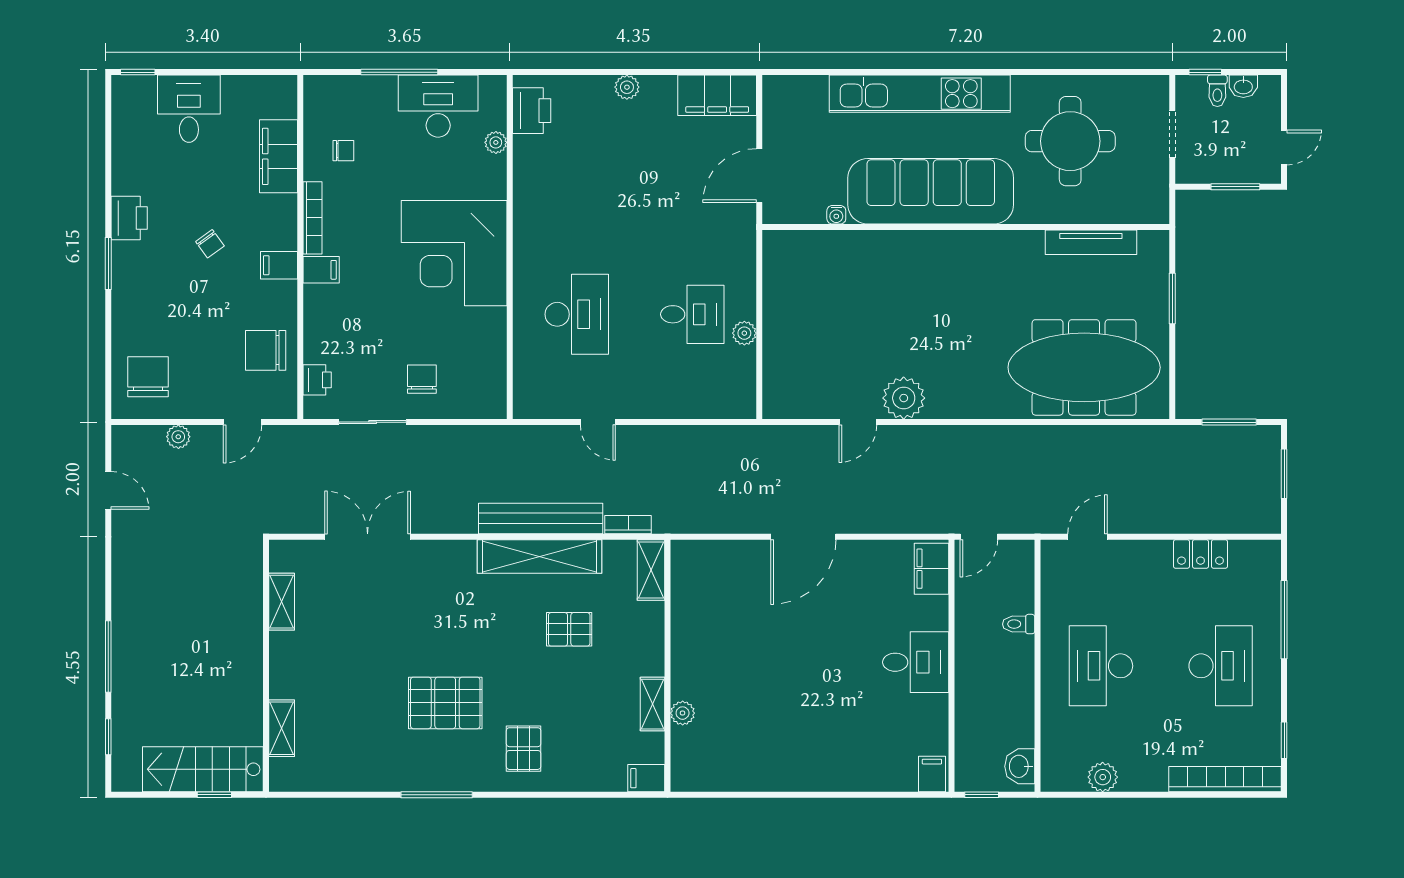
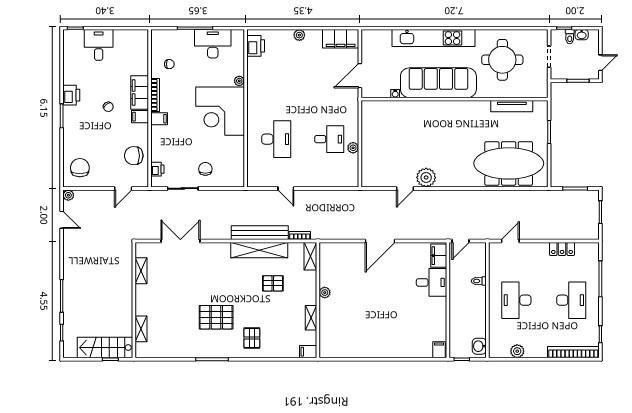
plant: (496, 142) -> (239, 81), moved
filing cabinet: (278, 156) -> (140, 93), moved
plant: (178, 437) -> (68, 195), moved
desk: (916, 662) -> (432, 282), moved
plant: (683, 713) -> (325, 293), moved

